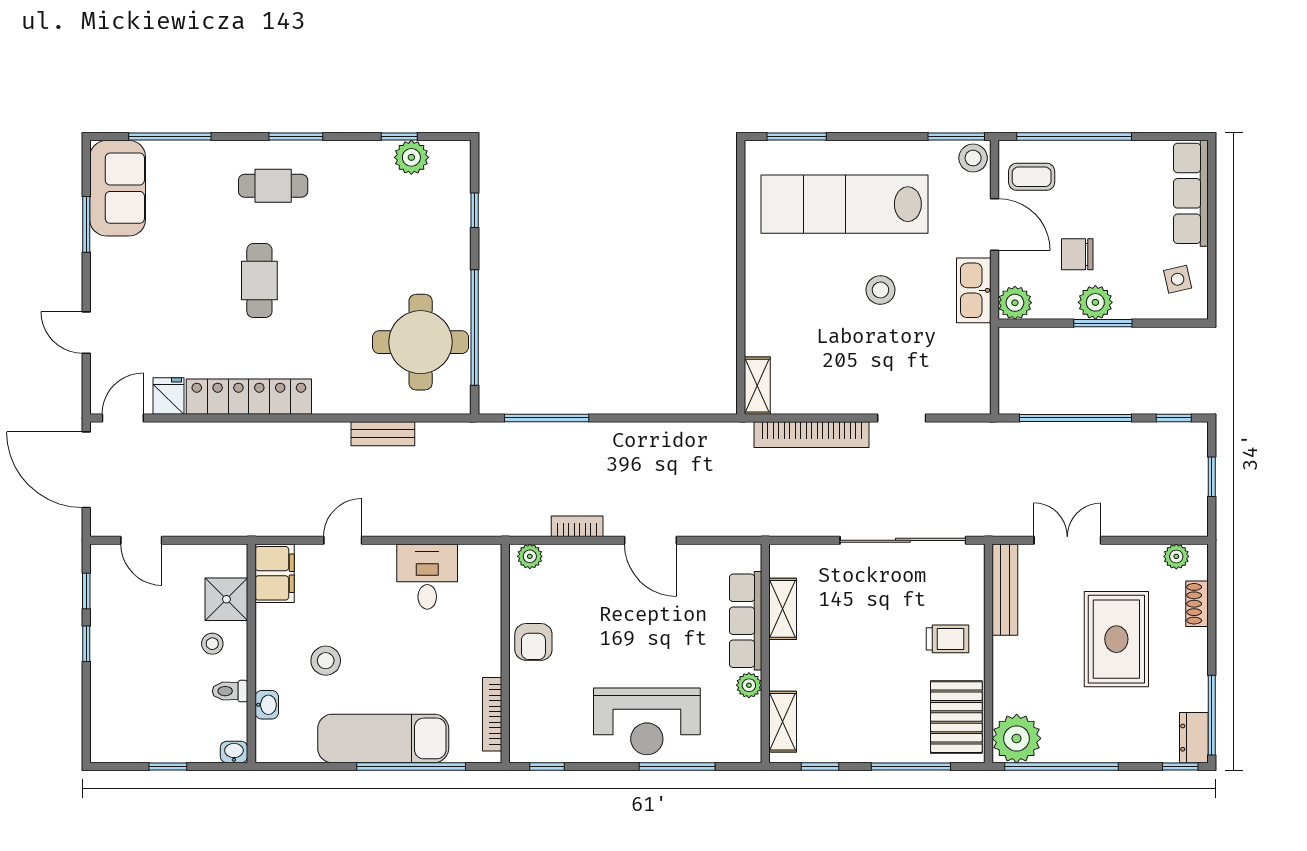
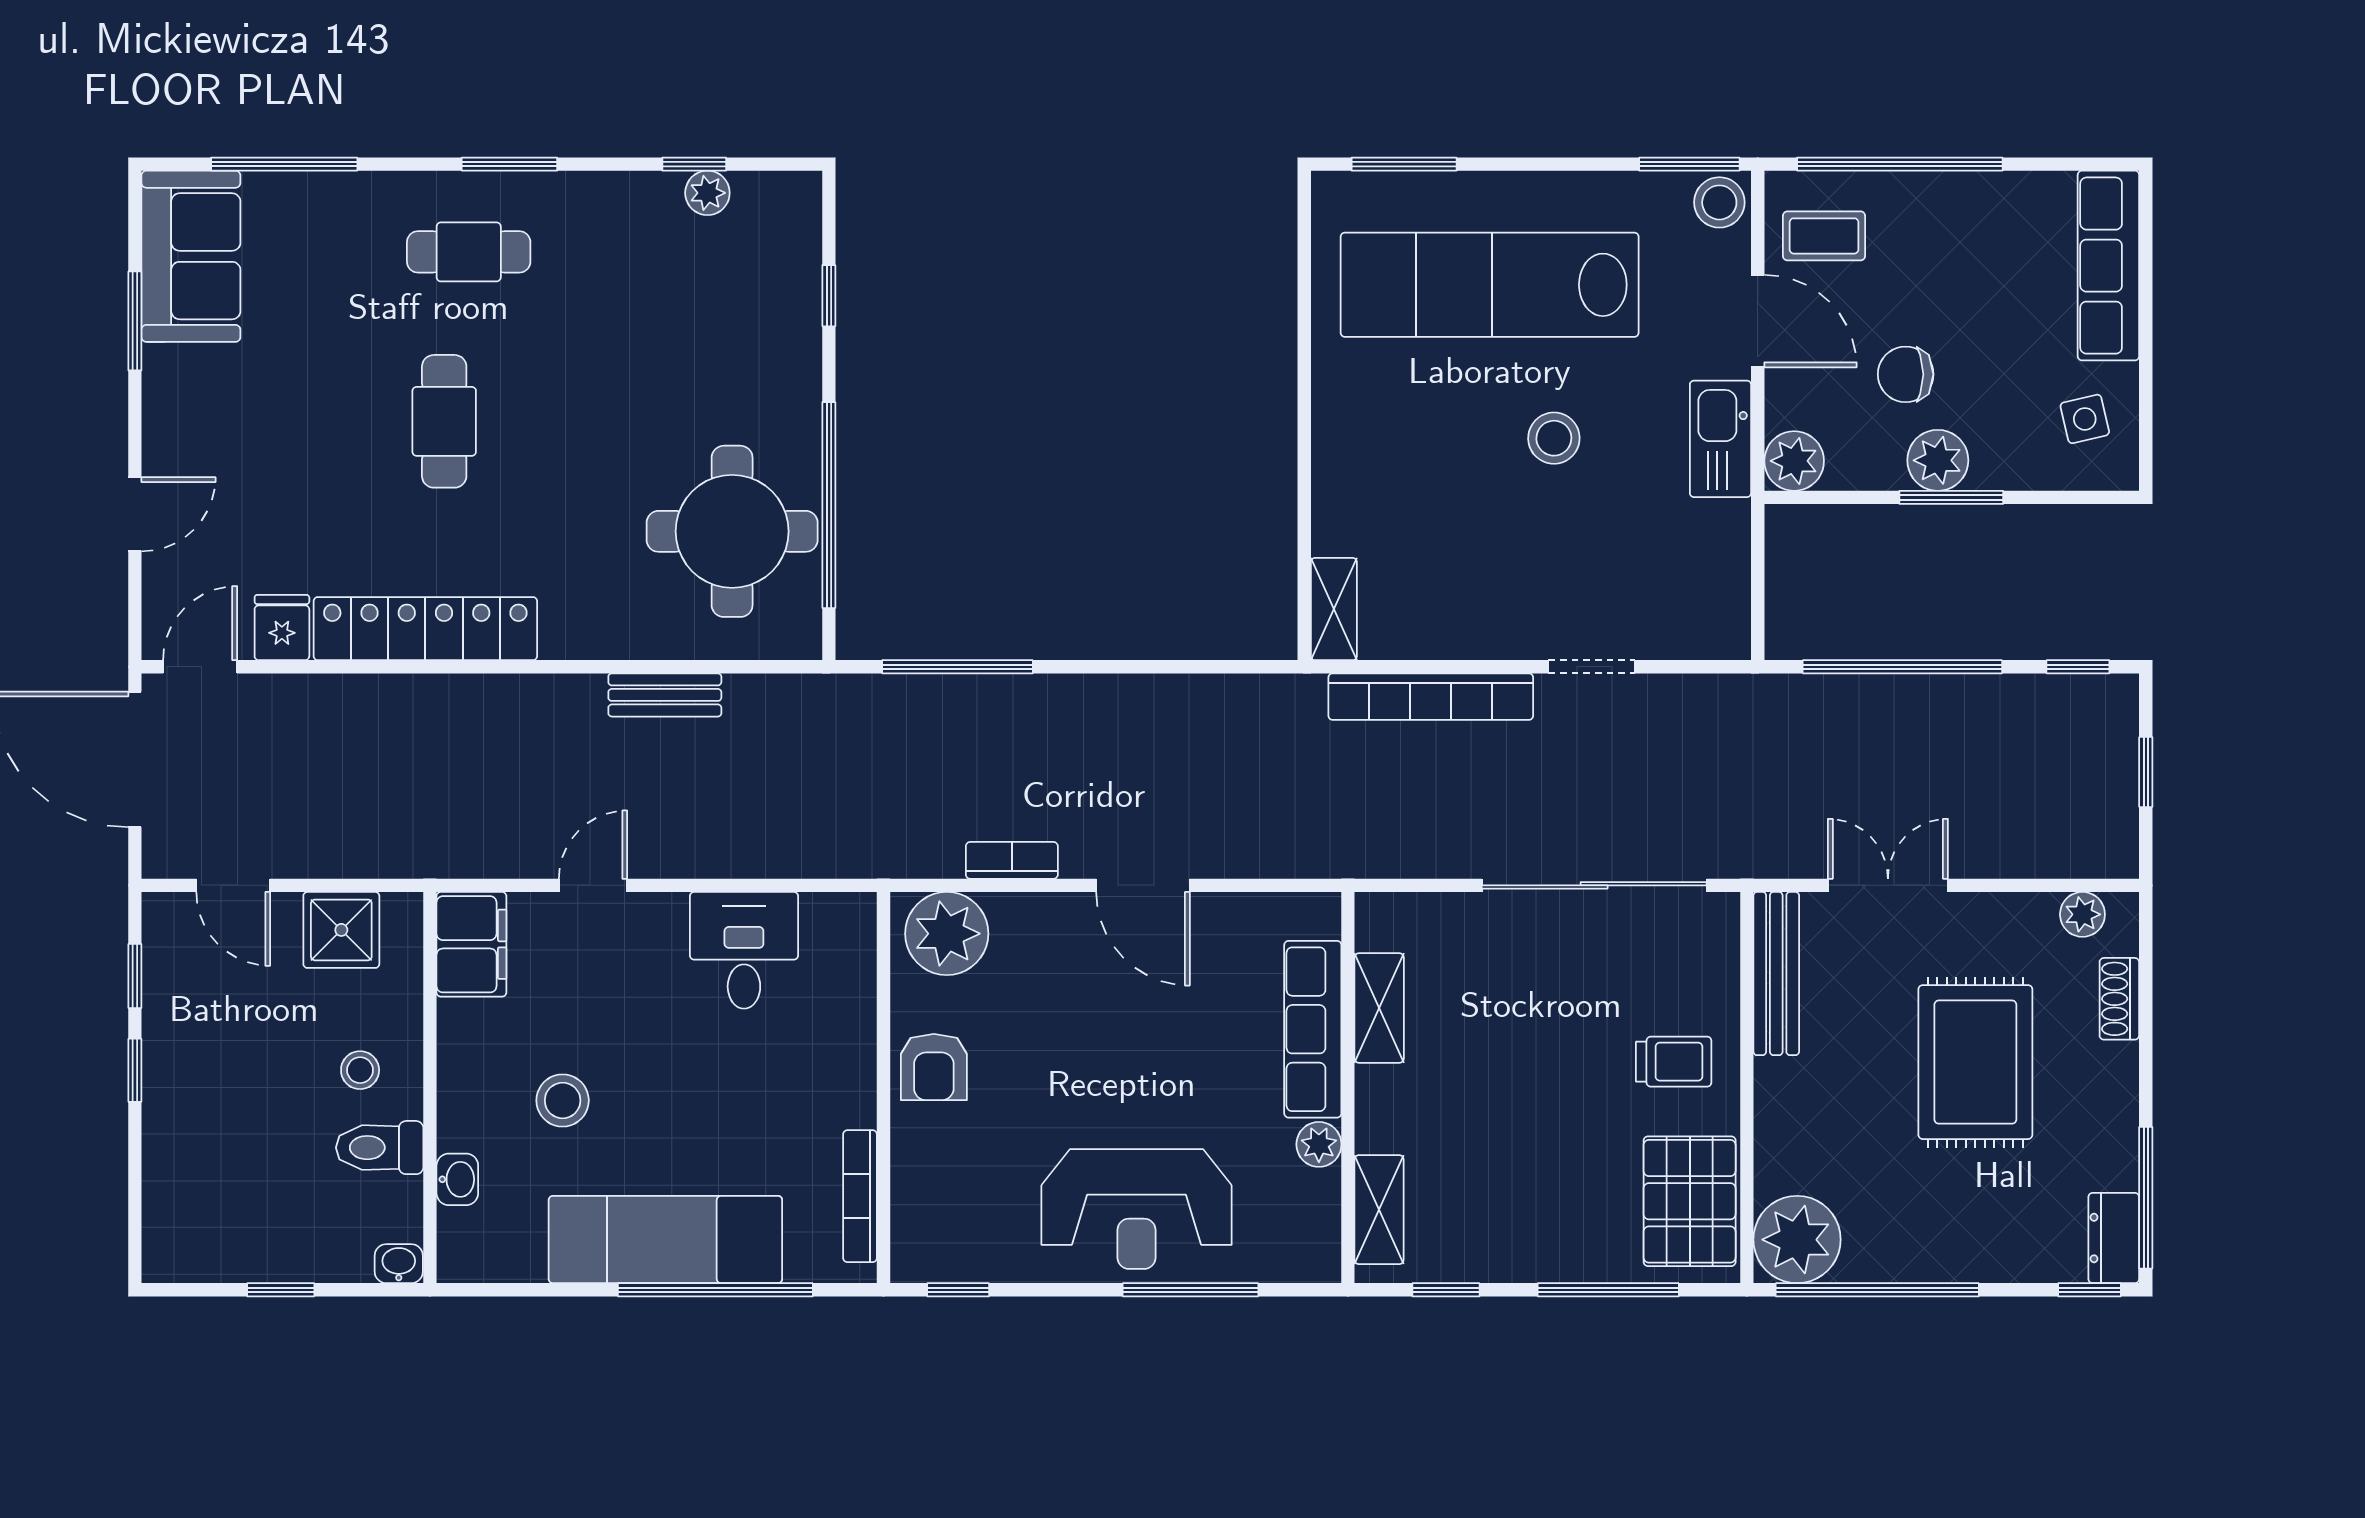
plant: (411, 157) -> (707, 193), width x0.73, depth x0.73
door: (86, 333) -> (135, 514), swing flipped
plant: (530, 556) -> (947, 934), width x1.88, depth x1.88
shower: (226, 599) -> (341, 930), moved
toilet: (230, 691) -> (380, 1148), width x1.37, depth x1.39

